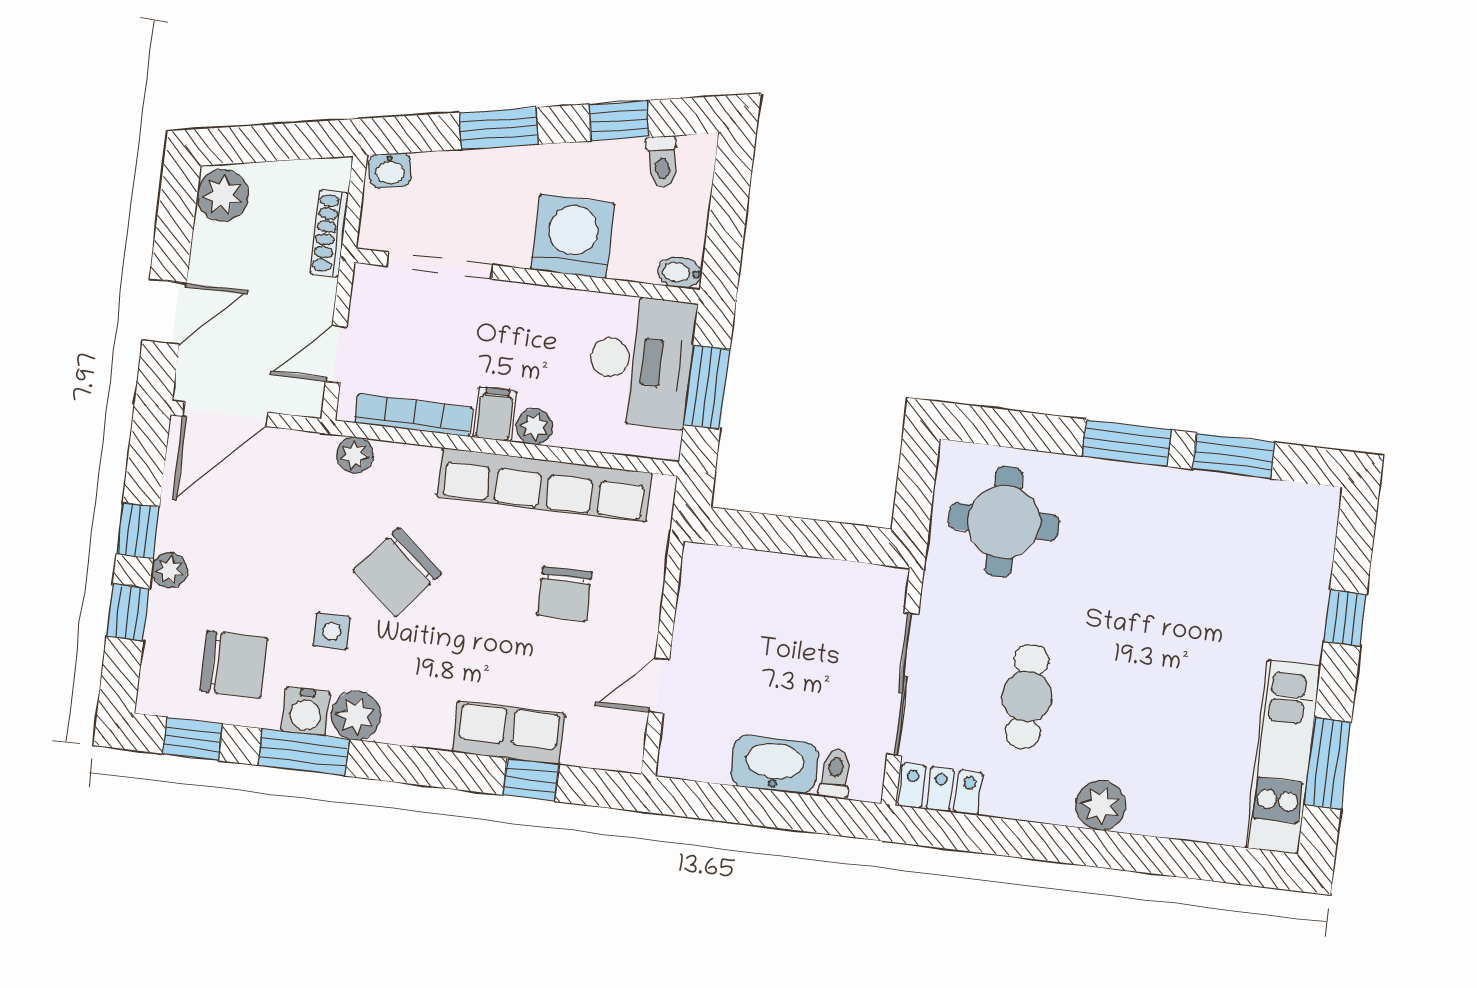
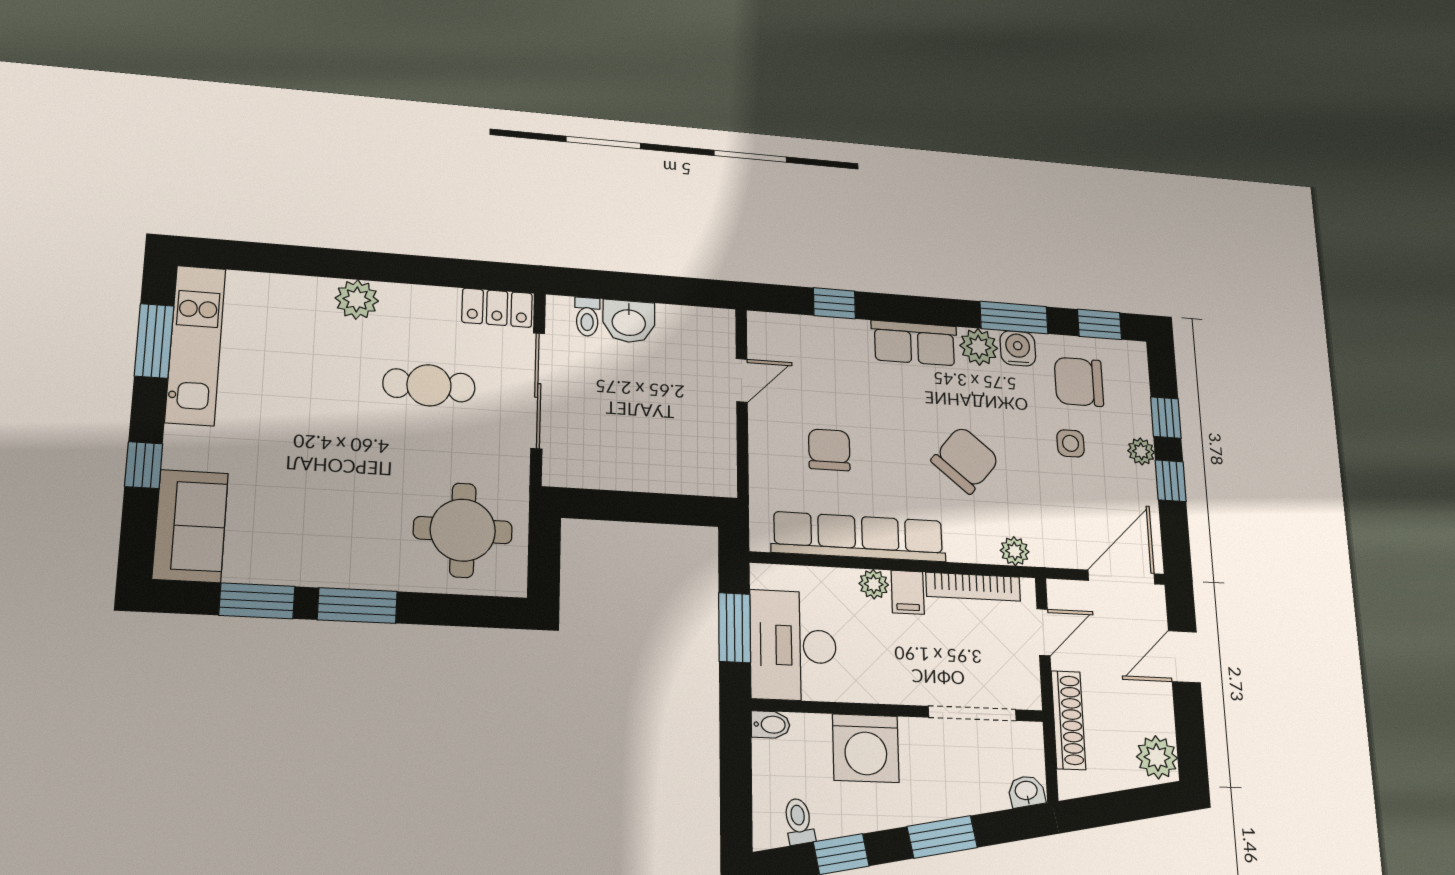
shoe rack: (329, 233) -> (1068, 720), width x1.36, depth x1.24
sofa: (1299, 545) -> (190, 526), added
side table: (332, 631) -> (1071, 443), moved
cafe table: (1027, 697) -> (429, 385), turned 90
row of seats: (509, 733) -> (914, 343), moved
washbasin: (775, 765) -> (629, 321), width x0.72

